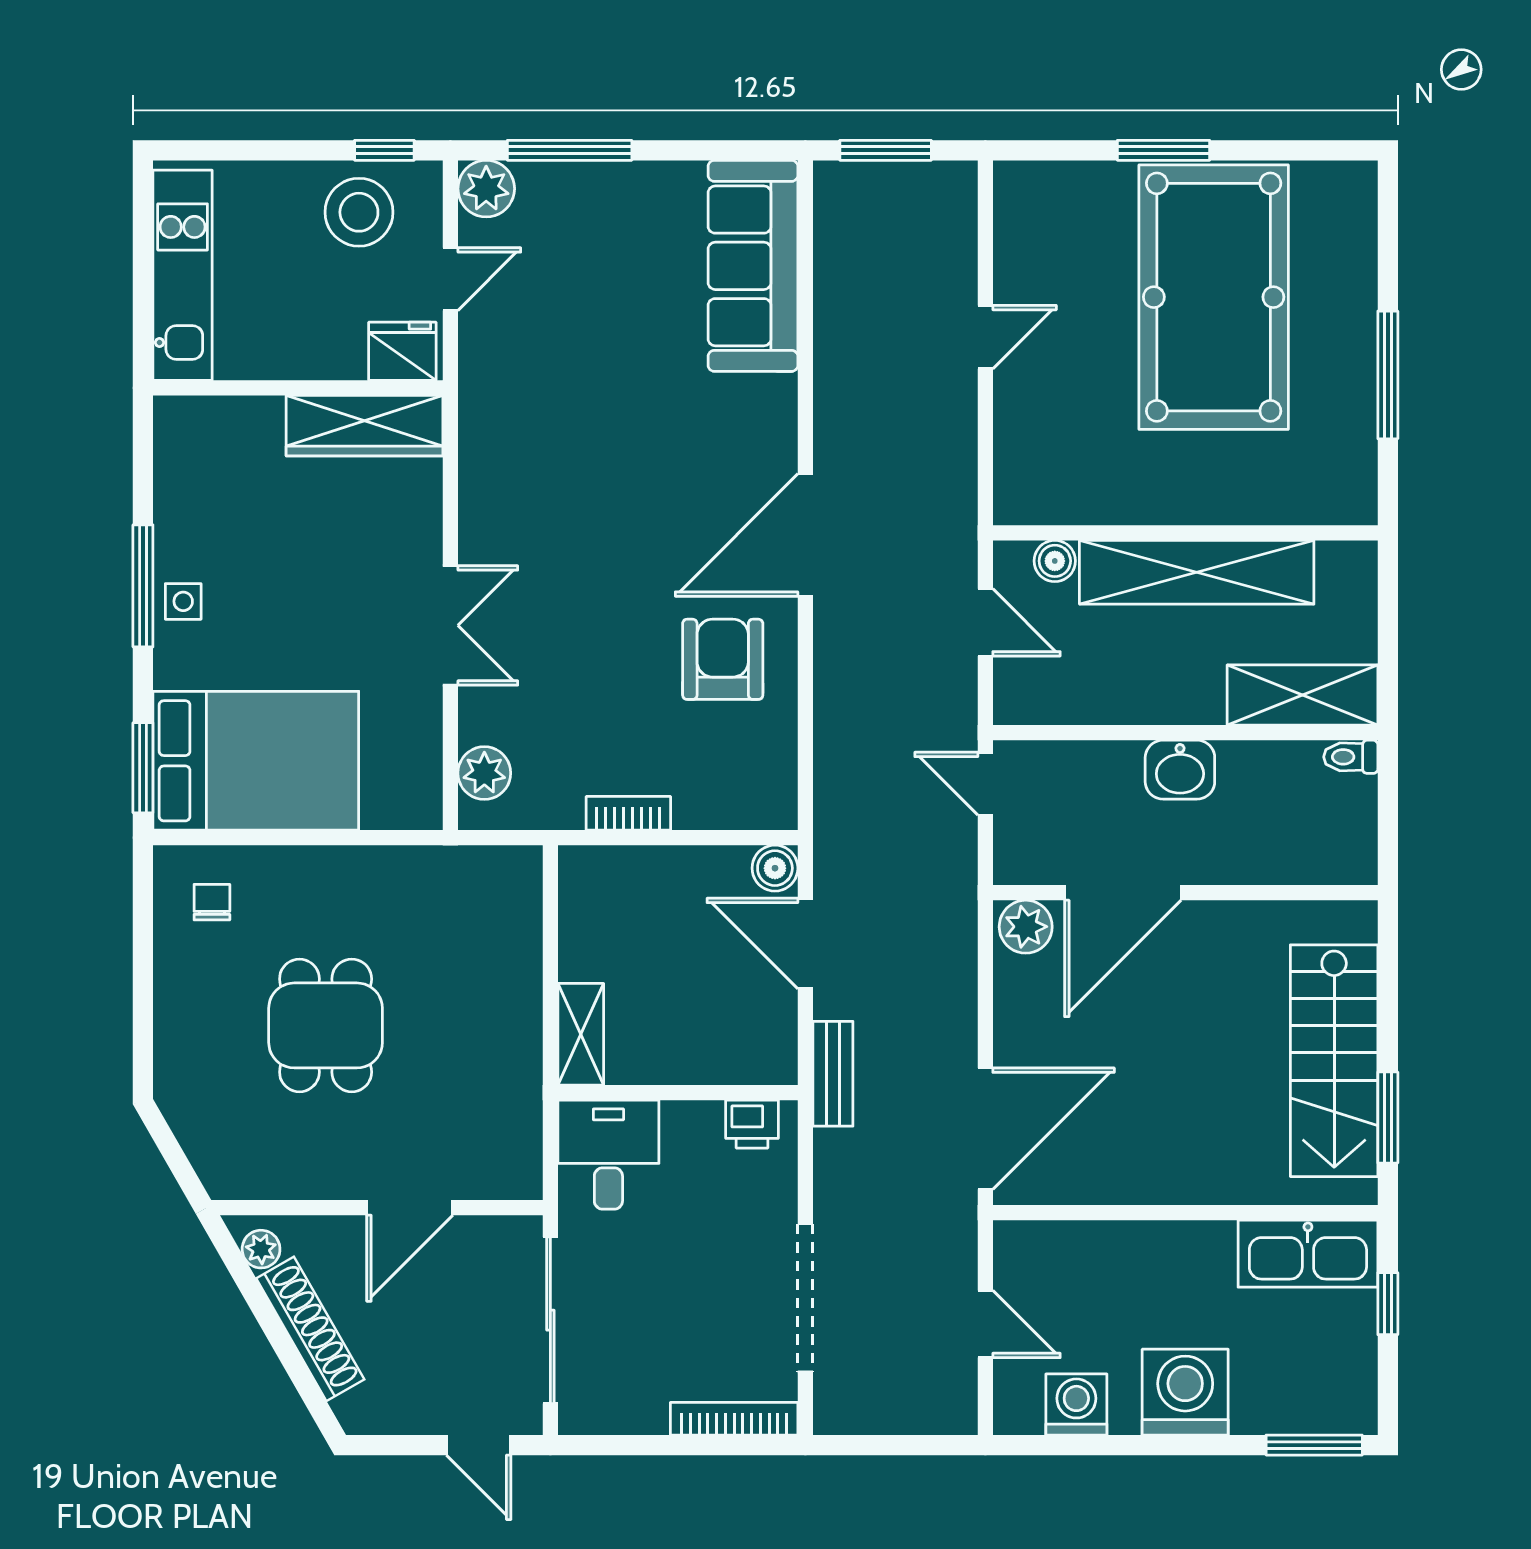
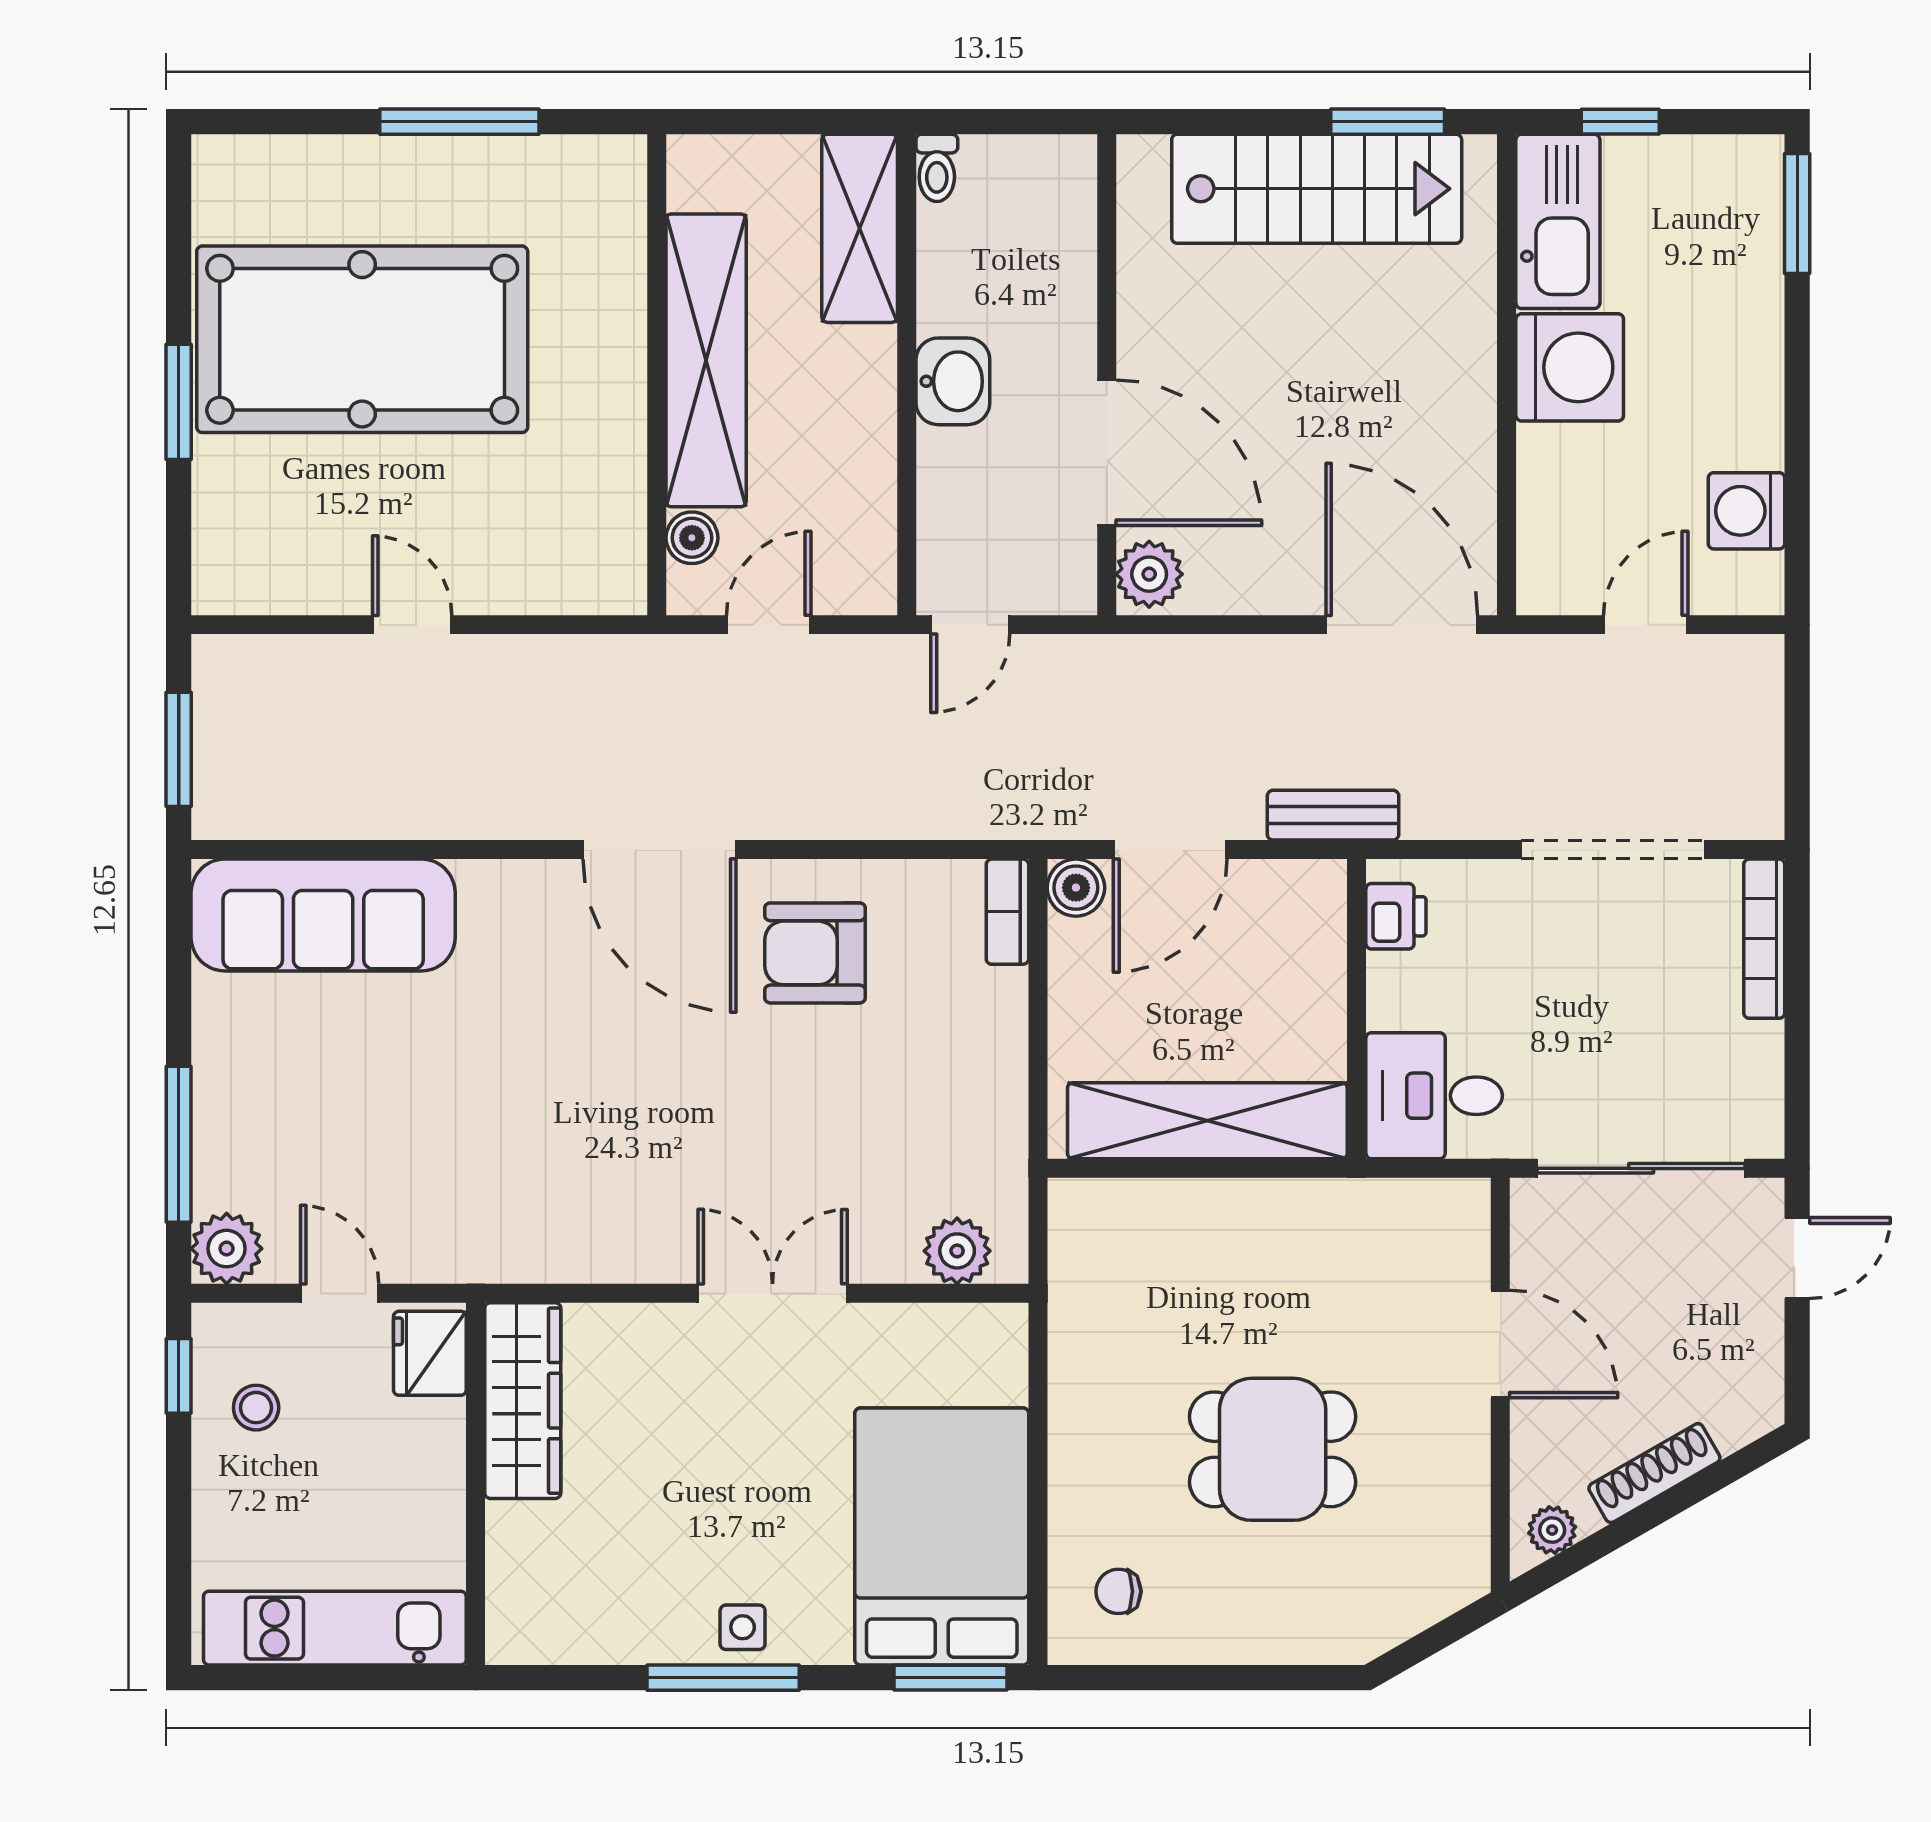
stool: (359, 212) -> (256, 1408), width x0.53, depth x0.53
bookcase: (628, 813) -> (1007, 912), moved
shelving: (581, 1034) -> (1207, 1121), width x2.20, depth x1.33
shoe rack: (310, 1329) -> (1654, 1473), width x0.74, depth x0.81
washing machine: (1185, 1392) -> (1570, 367), moved, turned 180

